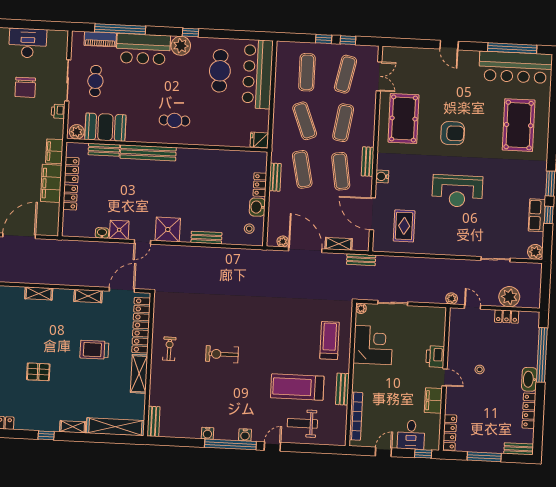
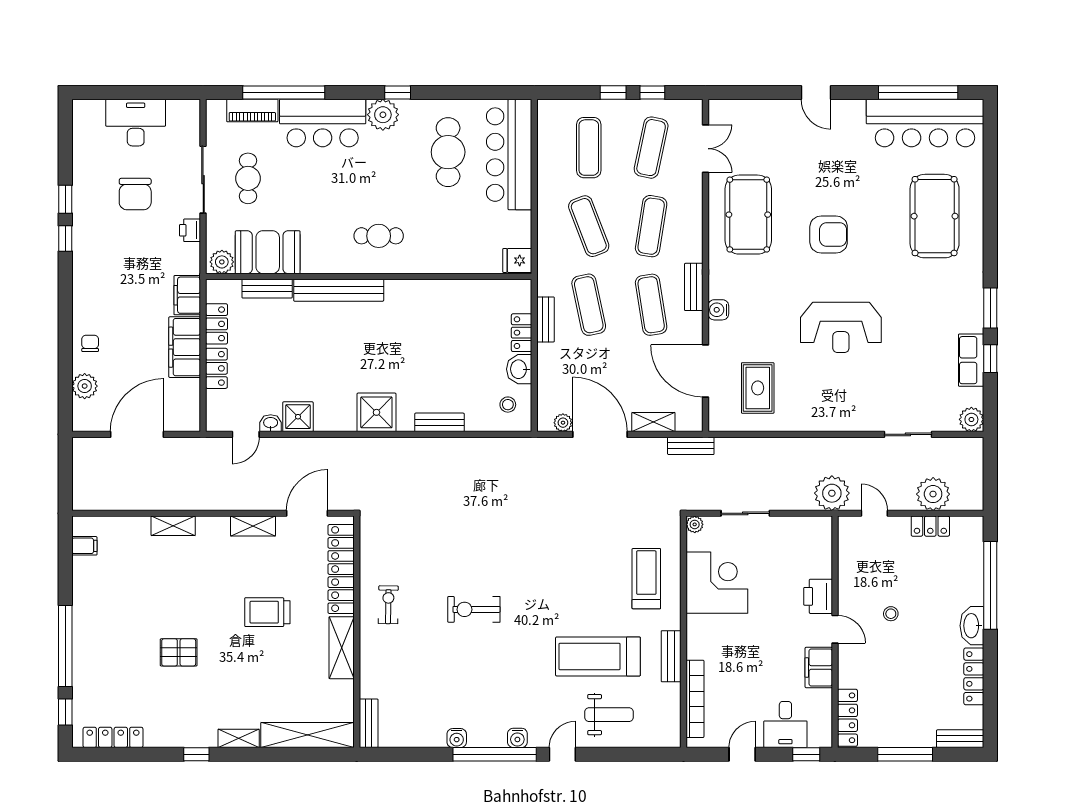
door: (142, 242) -> (246, 434), moved
plant: (452, 299) -> (832, 493), width x1.87, depth x1.87
weight bench: (302, 423) -> (609, 715), turned 180

